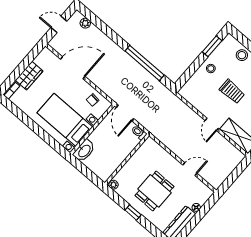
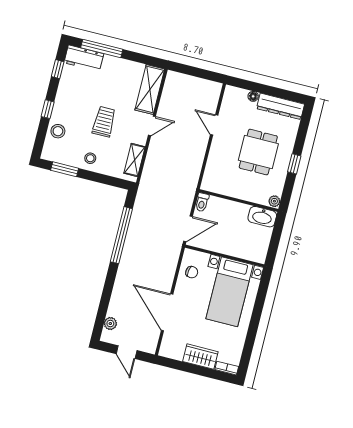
shelving: (194, 100) -> (135, 160), added
washbasin: (84, 151) -> (262, 217), moved, turned 180
dining table: (155, 191) -> (258, 152), turned 90

